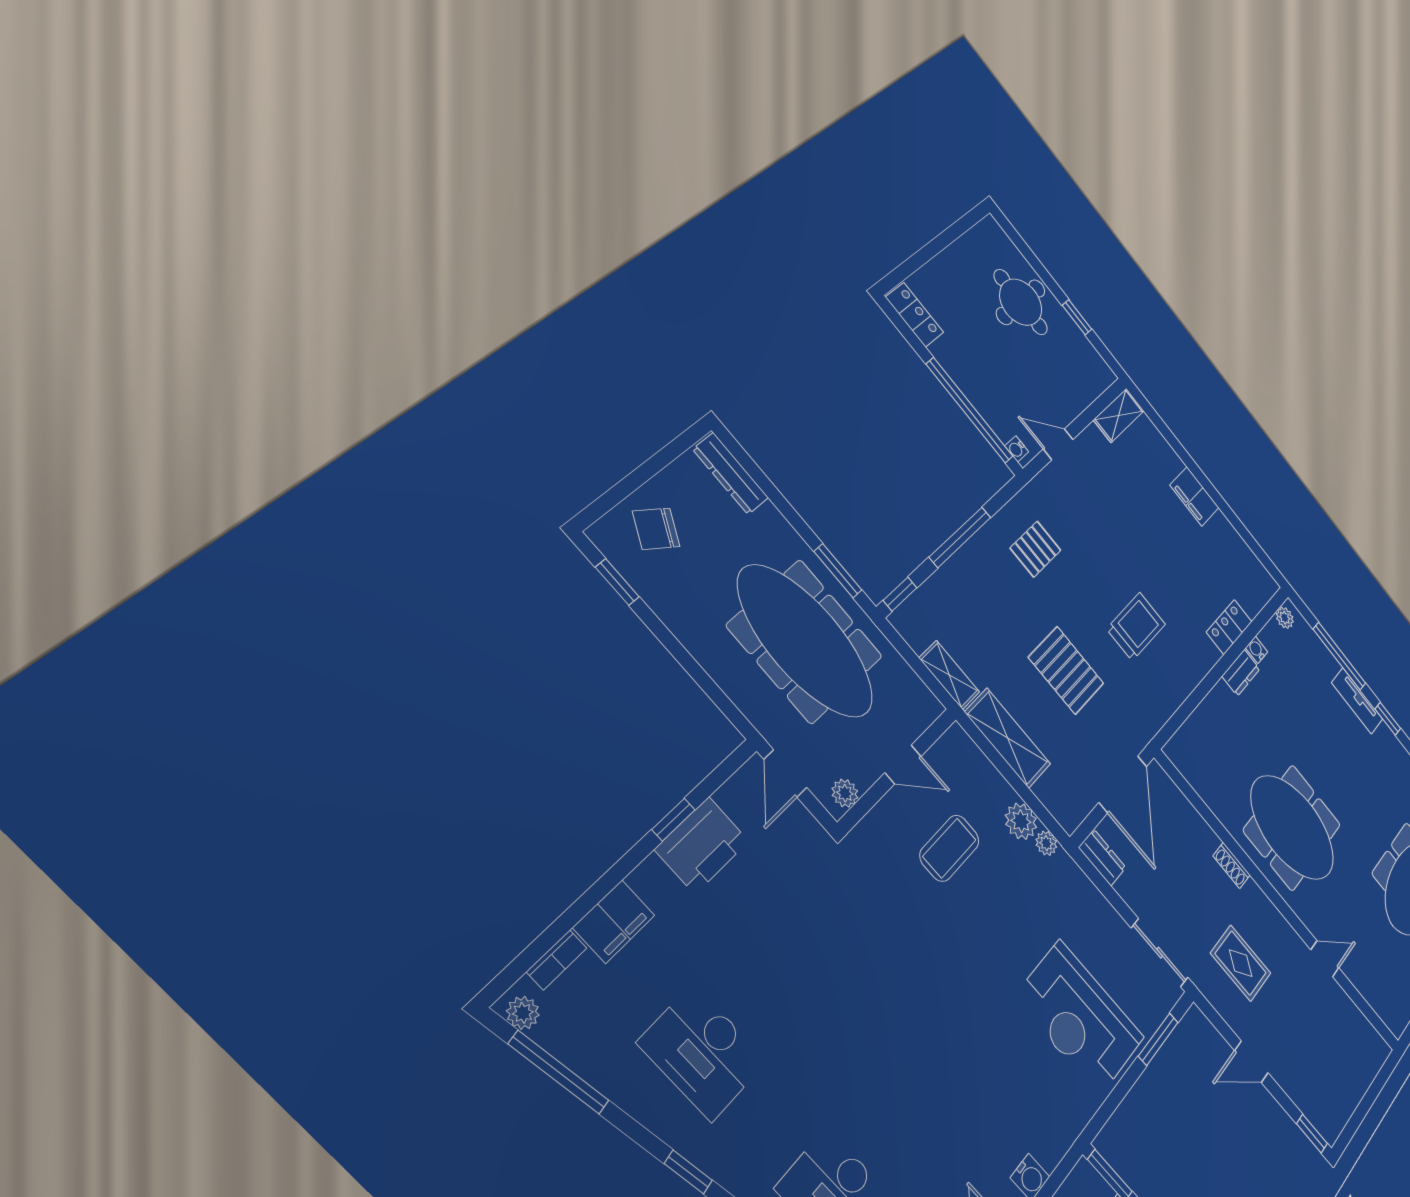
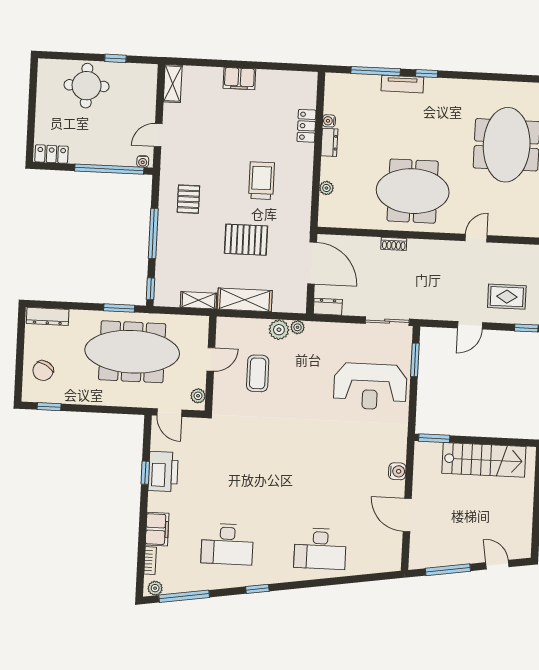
plant: (1285, 618) -> (326, 188), moved
rug: (1241, 963) -> (507, 297), moved

